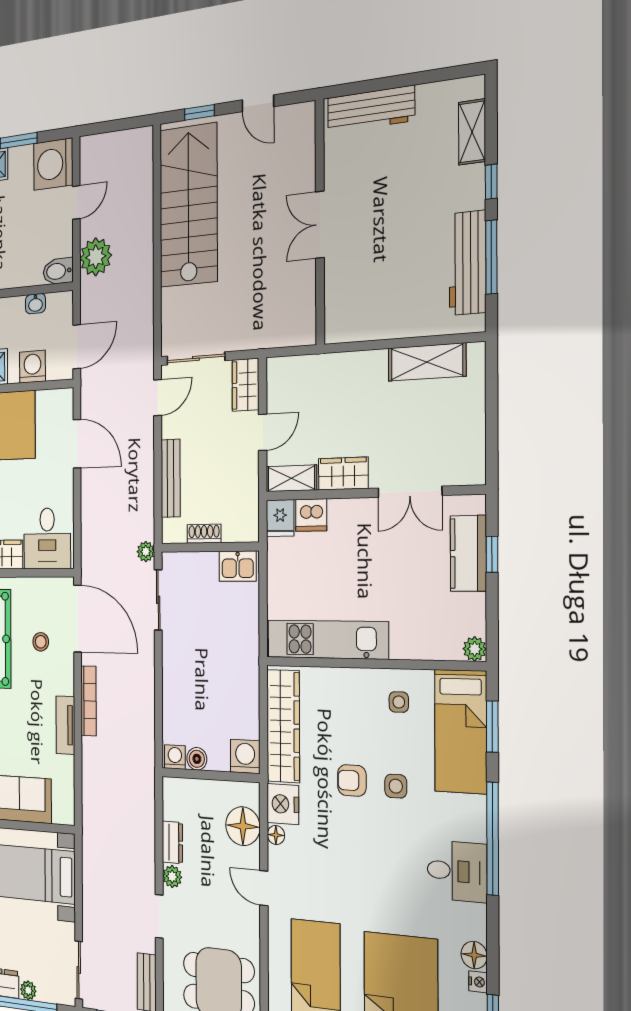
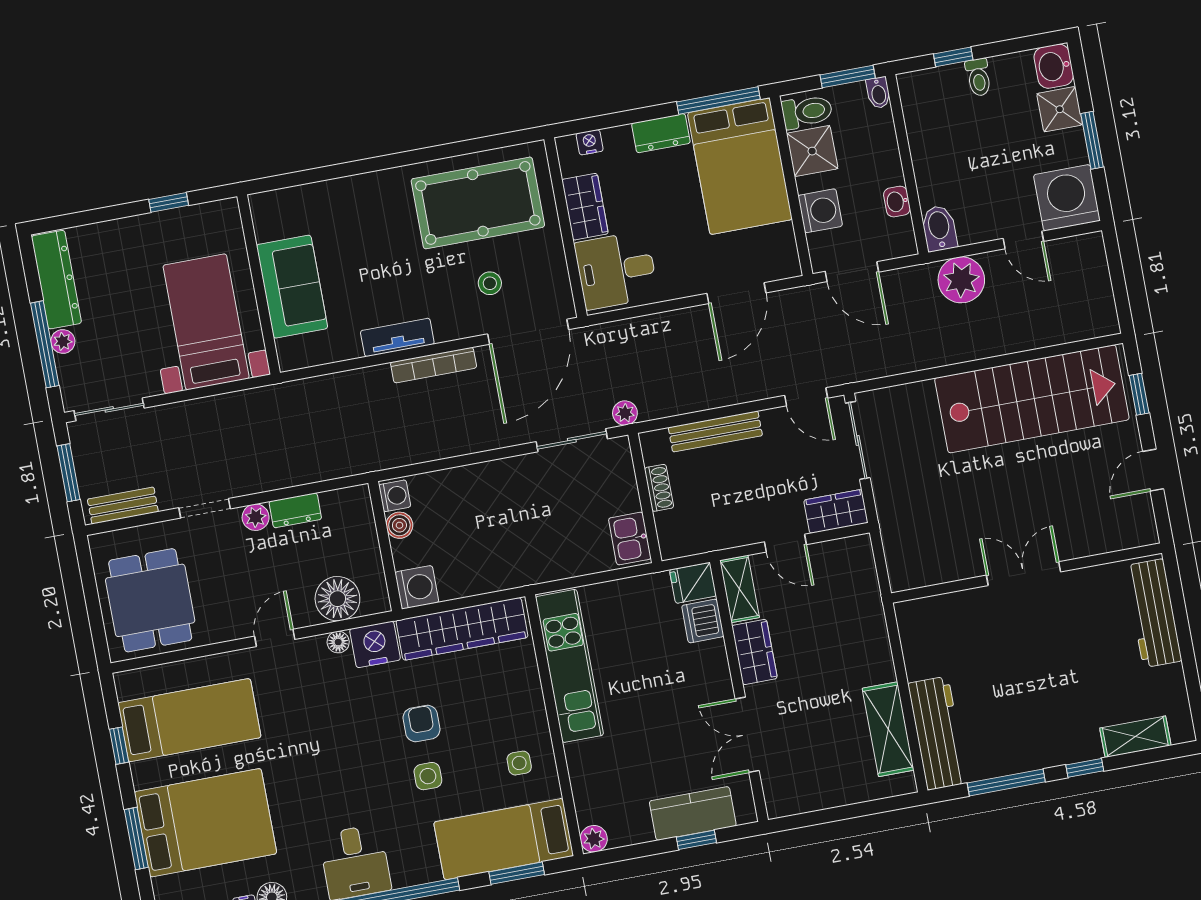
workbench: (468, 263) -> (938, 733), moved, turned 90

